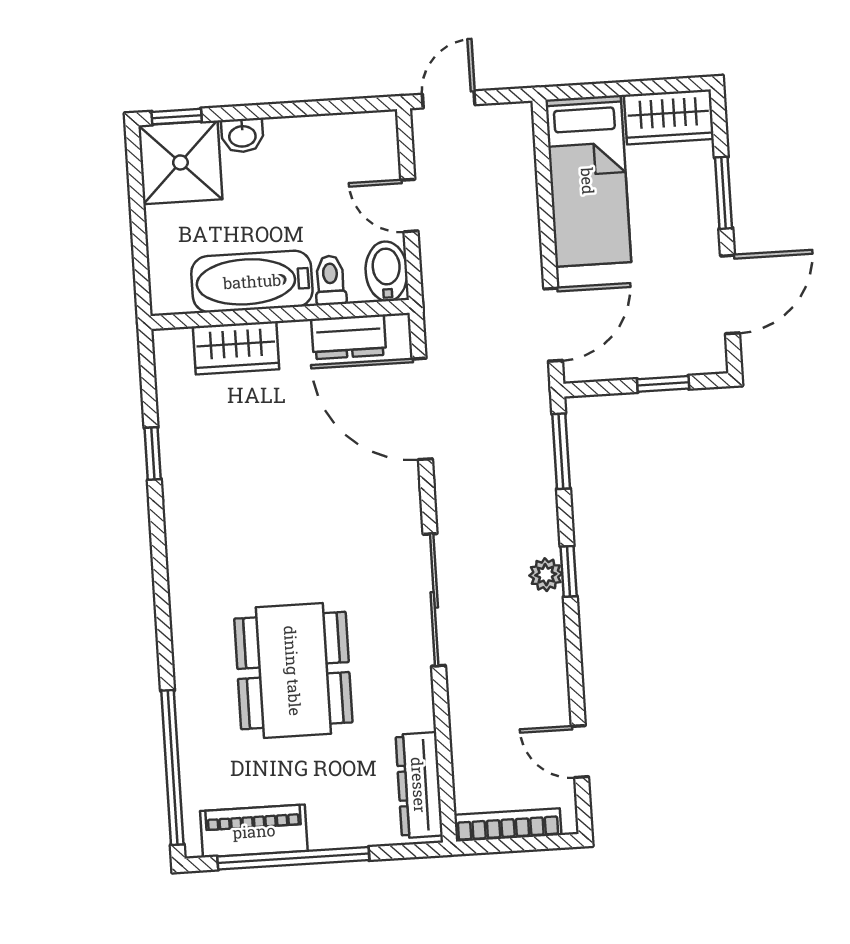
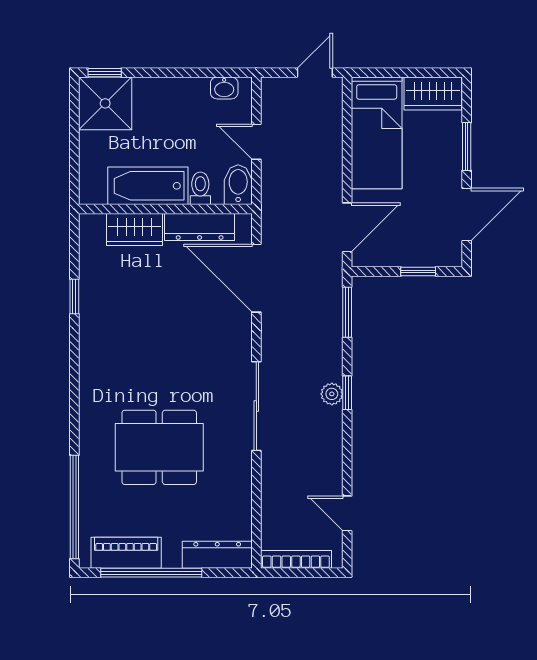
door: (449, 99) -> (315, 73), moved
washbasin: (242, 135) -> (224, 88), moved
dresser: (349, 337) -> (200, 227), width x1.44
dining table: (293, 671) -> (159, 447), turned 90
dresser: (419, 785) -> (217, 555), moved, turned 90

